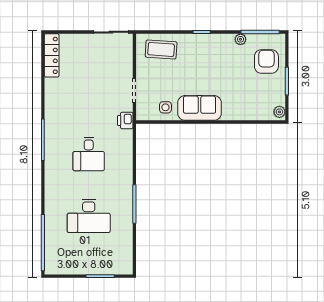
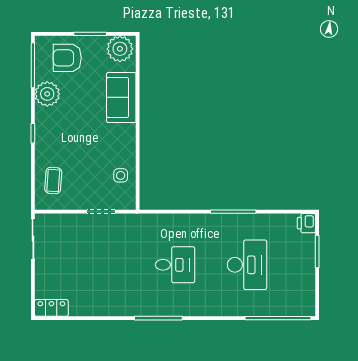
plant: (240, 39) -> (47, 94), width x1.88, depth x1.88
coffee table: (161, 49) -> (53, 181), width x0.73, depth x0.77
locker: (52, 55) -> (51, 308), width x0.66
sofa: (200, 108) -> (121, 97), moved
plant: (279, 112) -> (120, 49), width x1.88, depth x1.88
printer: (125, 121) -> (306, 223), moved, turned 90

